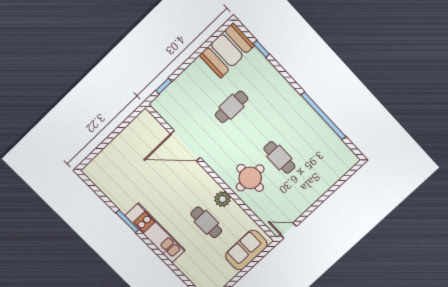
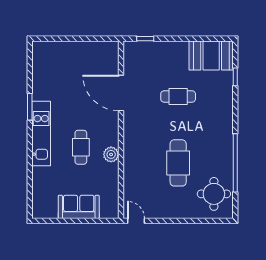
cafe table: (279, 157) -> (178, 163), width x1.37, depth x1.35
round table: (250, 178) -> (214, 194), moved
cafe table: (206, 222) -> (81, 147), moved
sofa: (246, 250) -> (79, 207), moved

